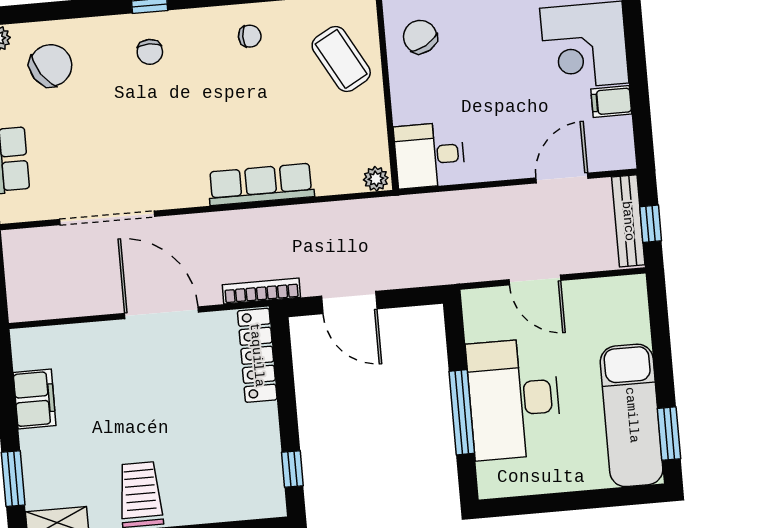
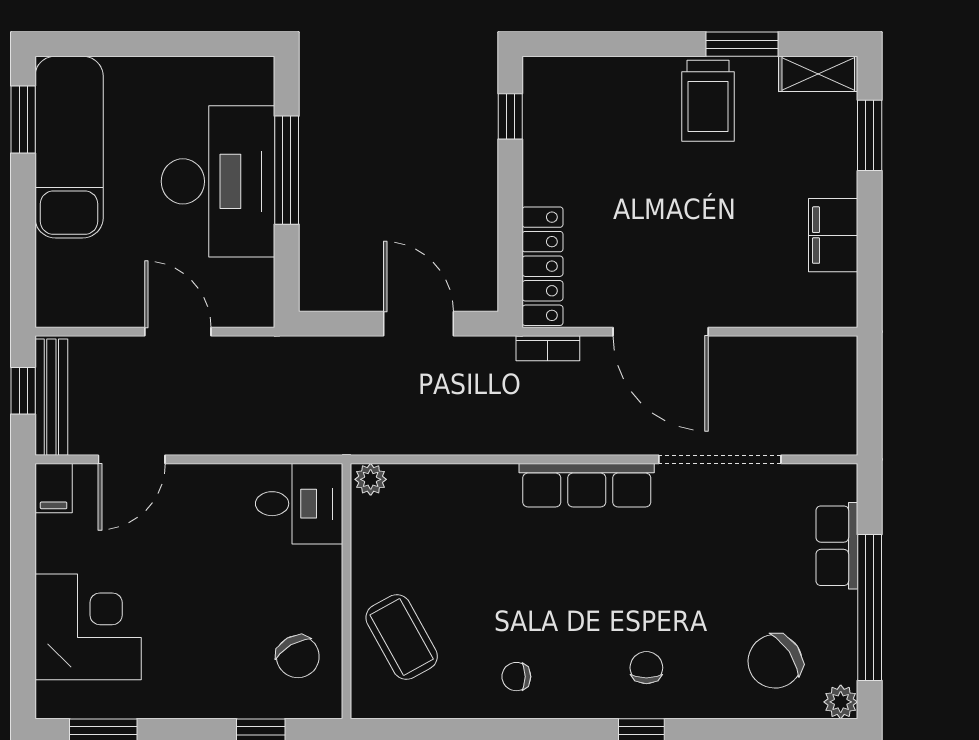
filing cabinet: (611, 102) -> (54, 488), moved, turned 90
row of seats: (261, 184) -> (587, 485), moved
bookcase: (261, 291) -> (548, 348), width x0.64

